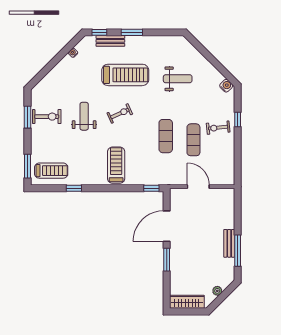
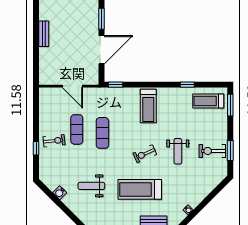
water cooler: (226, 86) -> (60, 193), moved
window: (238, 251) -> (36, 27), removed

